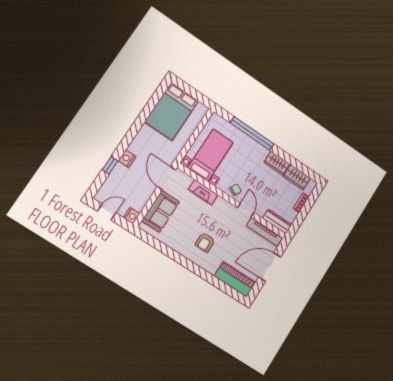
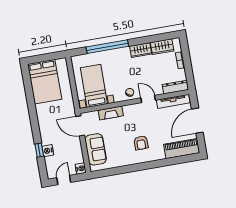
nightstand: (127, 158) -> (48, 151), moved

